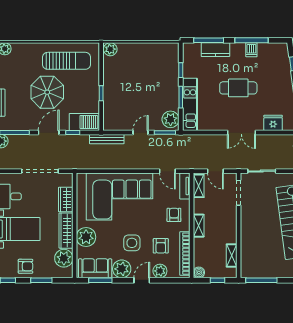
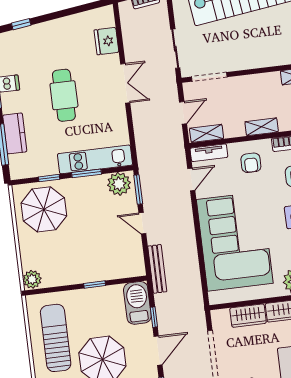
parasol: (159, 64) -> (44, 209), added
door: (49, 132) -> (158, 351), swing flipped
armchair: (174, 215) -> (251, 163), turned -90

